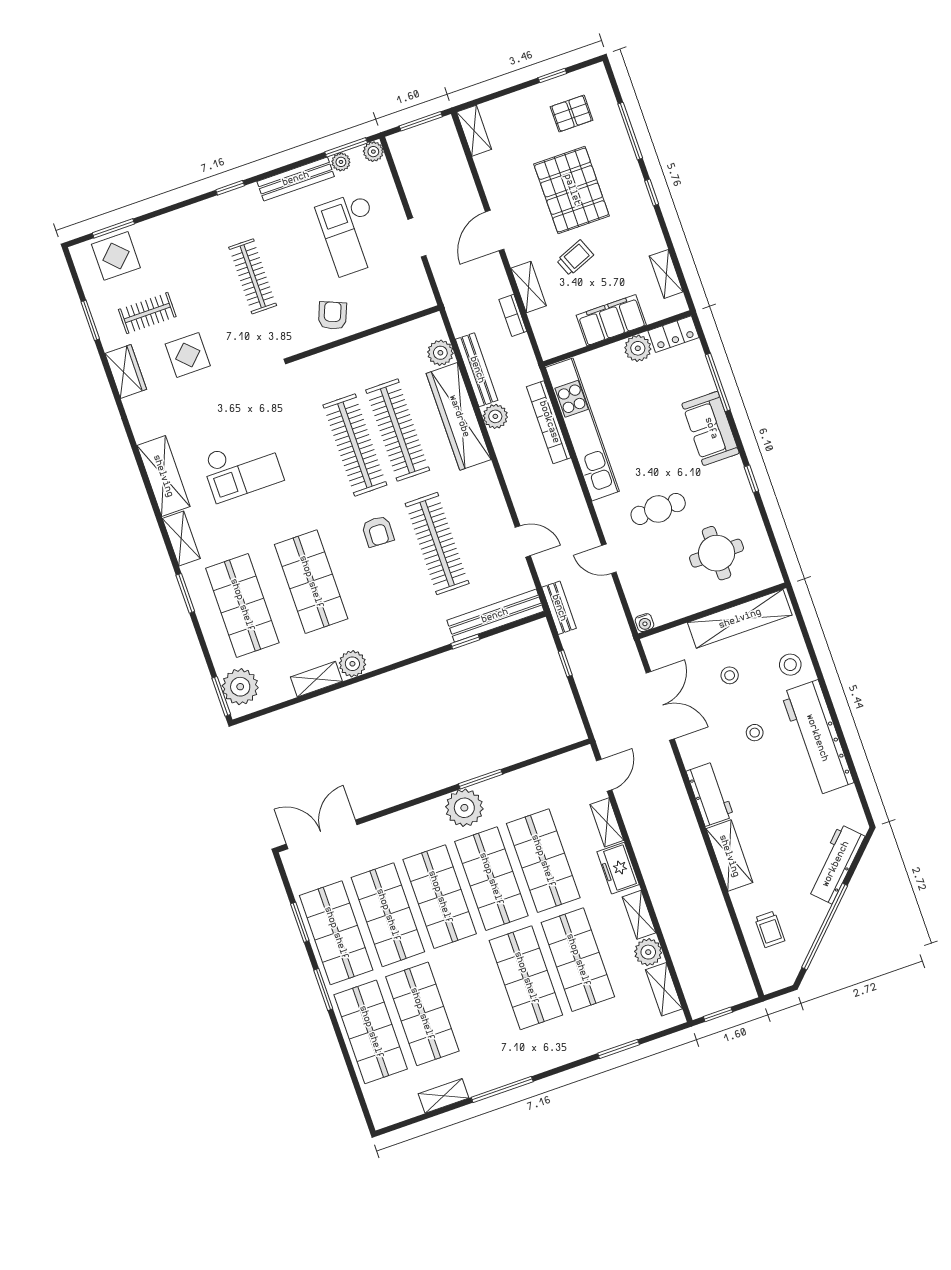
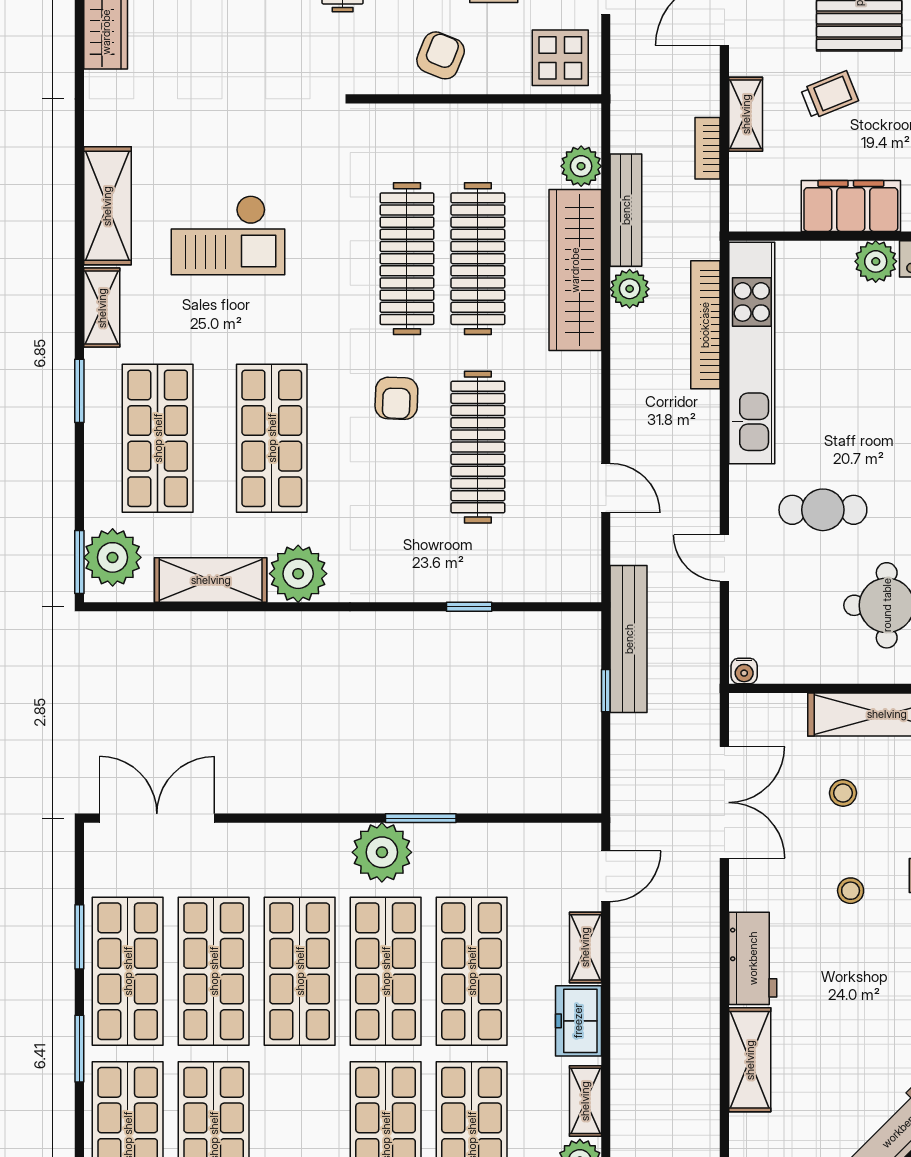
display table: (188, 355) -> (560, 58), moved
bench: (559, 608) -> (629, 639), width x1.86, depth x1.21
bench: (495, 616) -> (527, 584), removed
plant: (352, 664) -> (298, 574), width x1.36, depth x1.36
shelving: (316, 679) -> (211, 580), width x1.50, depth x1.33

